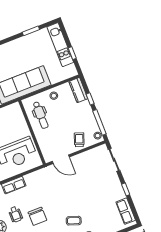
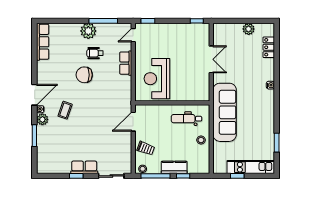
kitchen counter: (78, 90) -> (174, 167), moved
row of seats: (126, 211) -> (84, 167), moved

